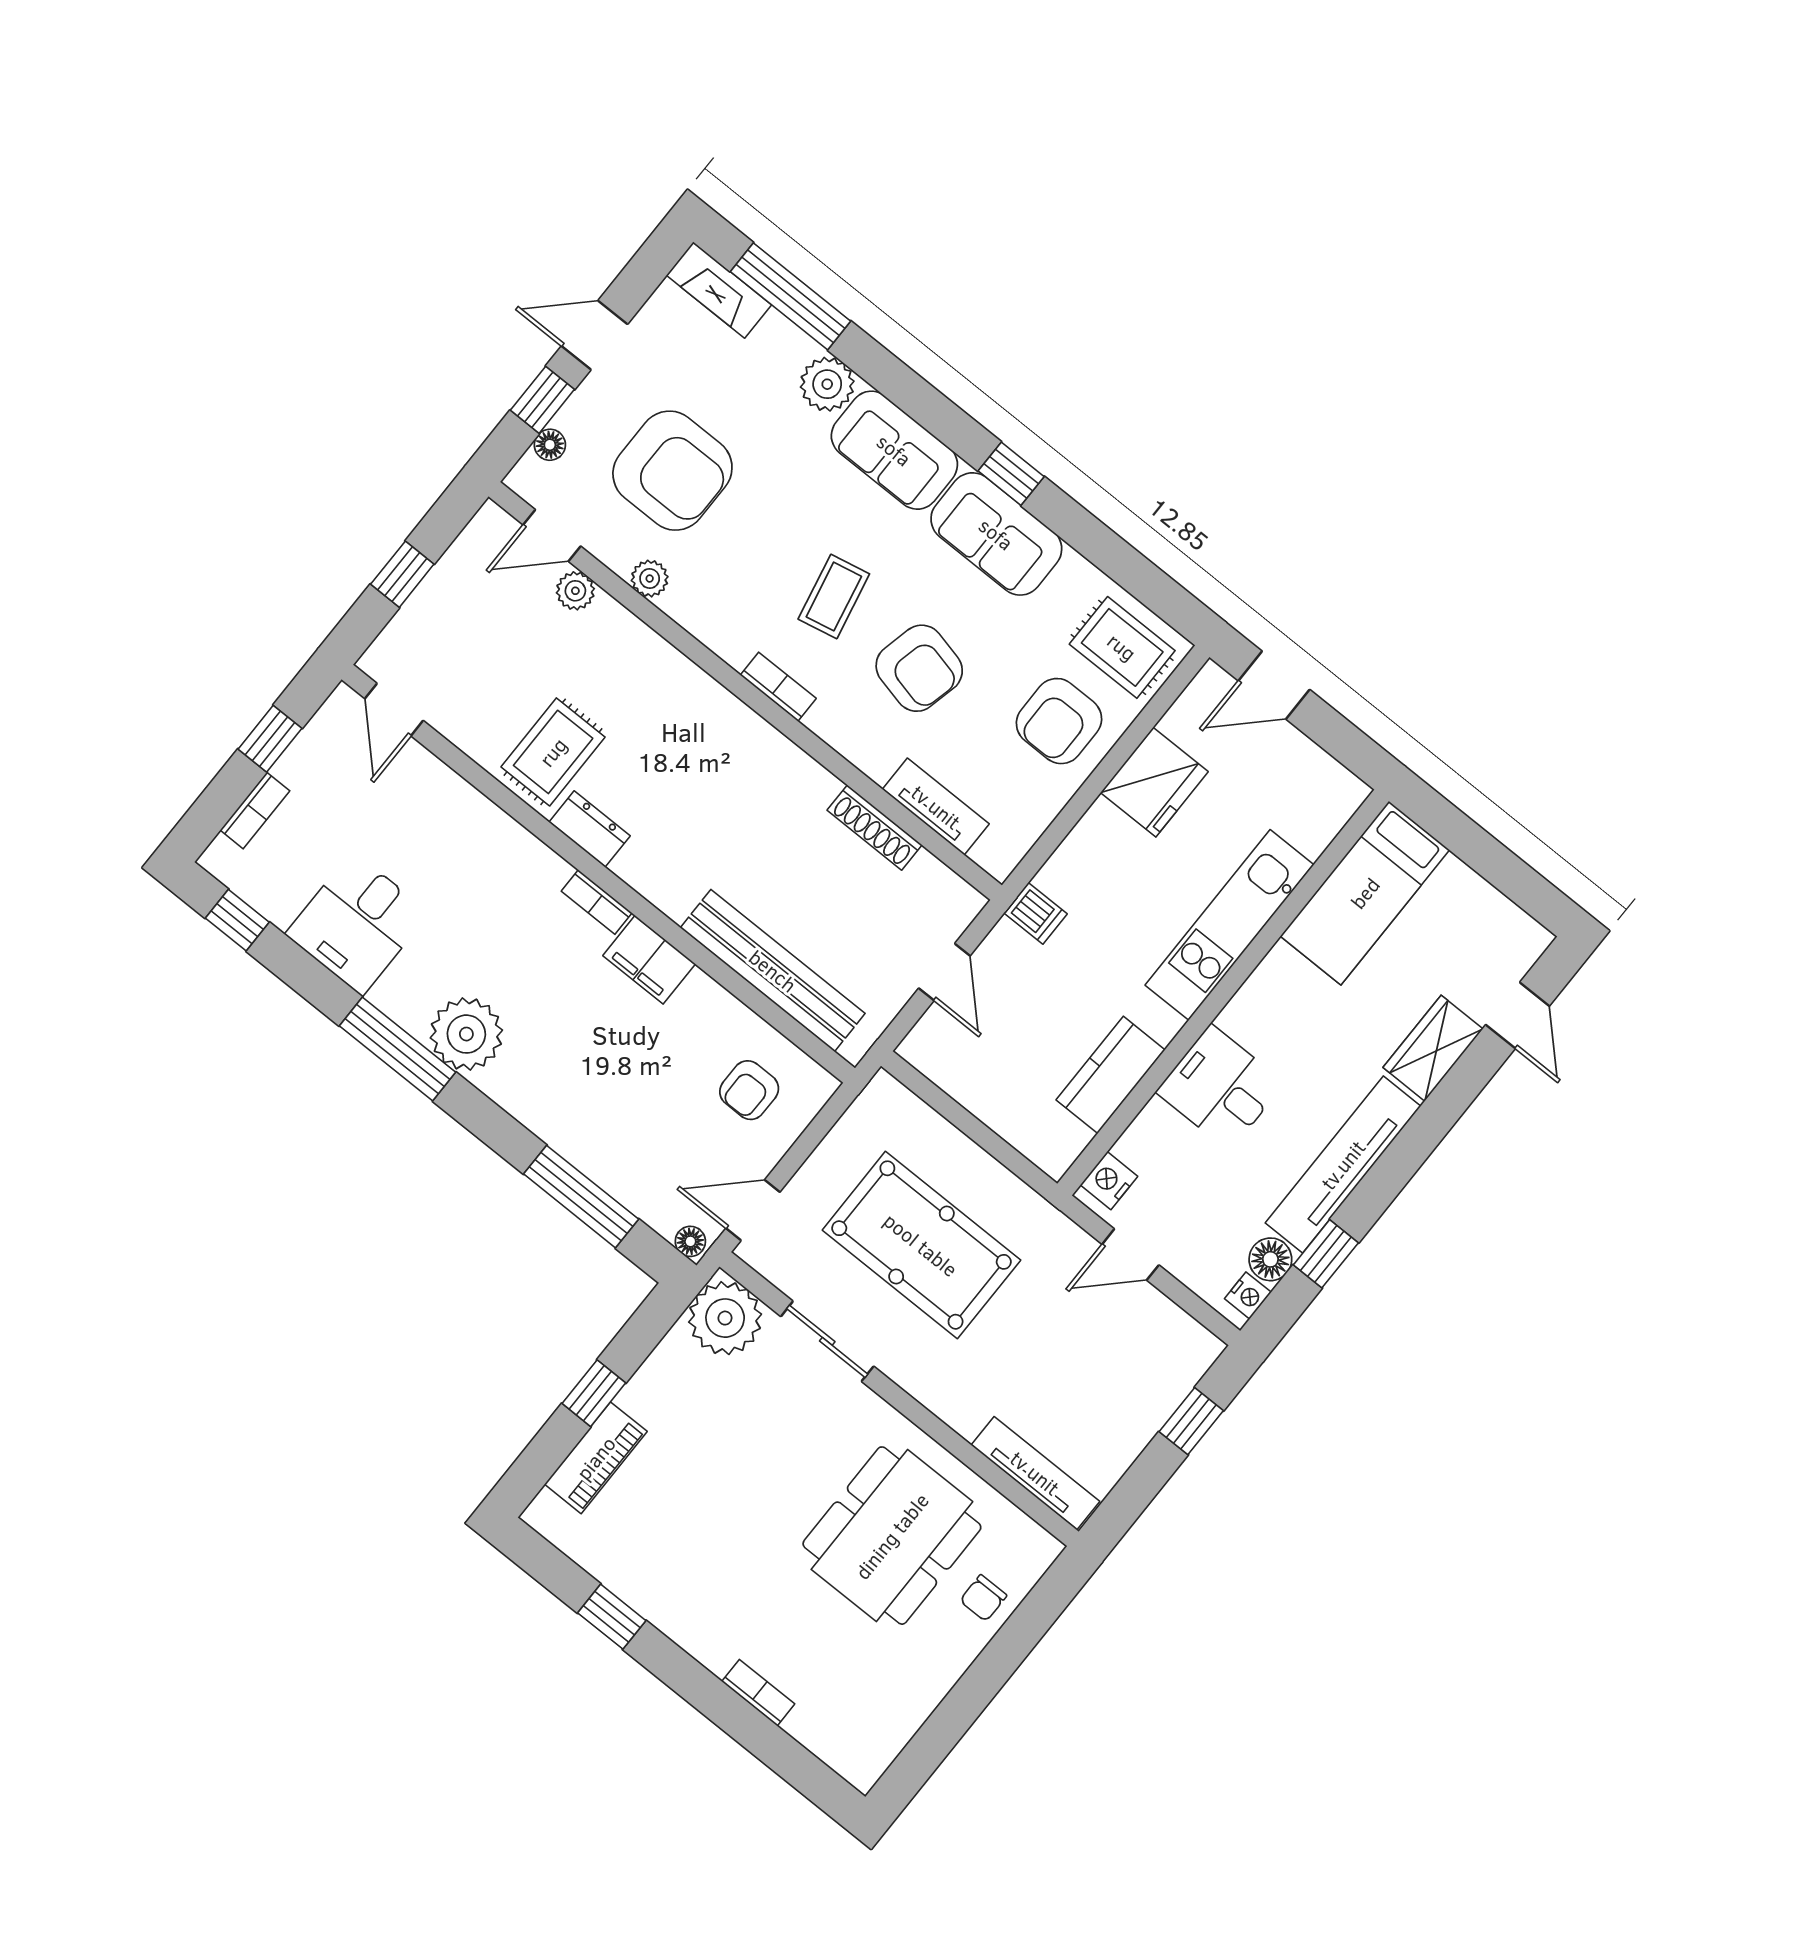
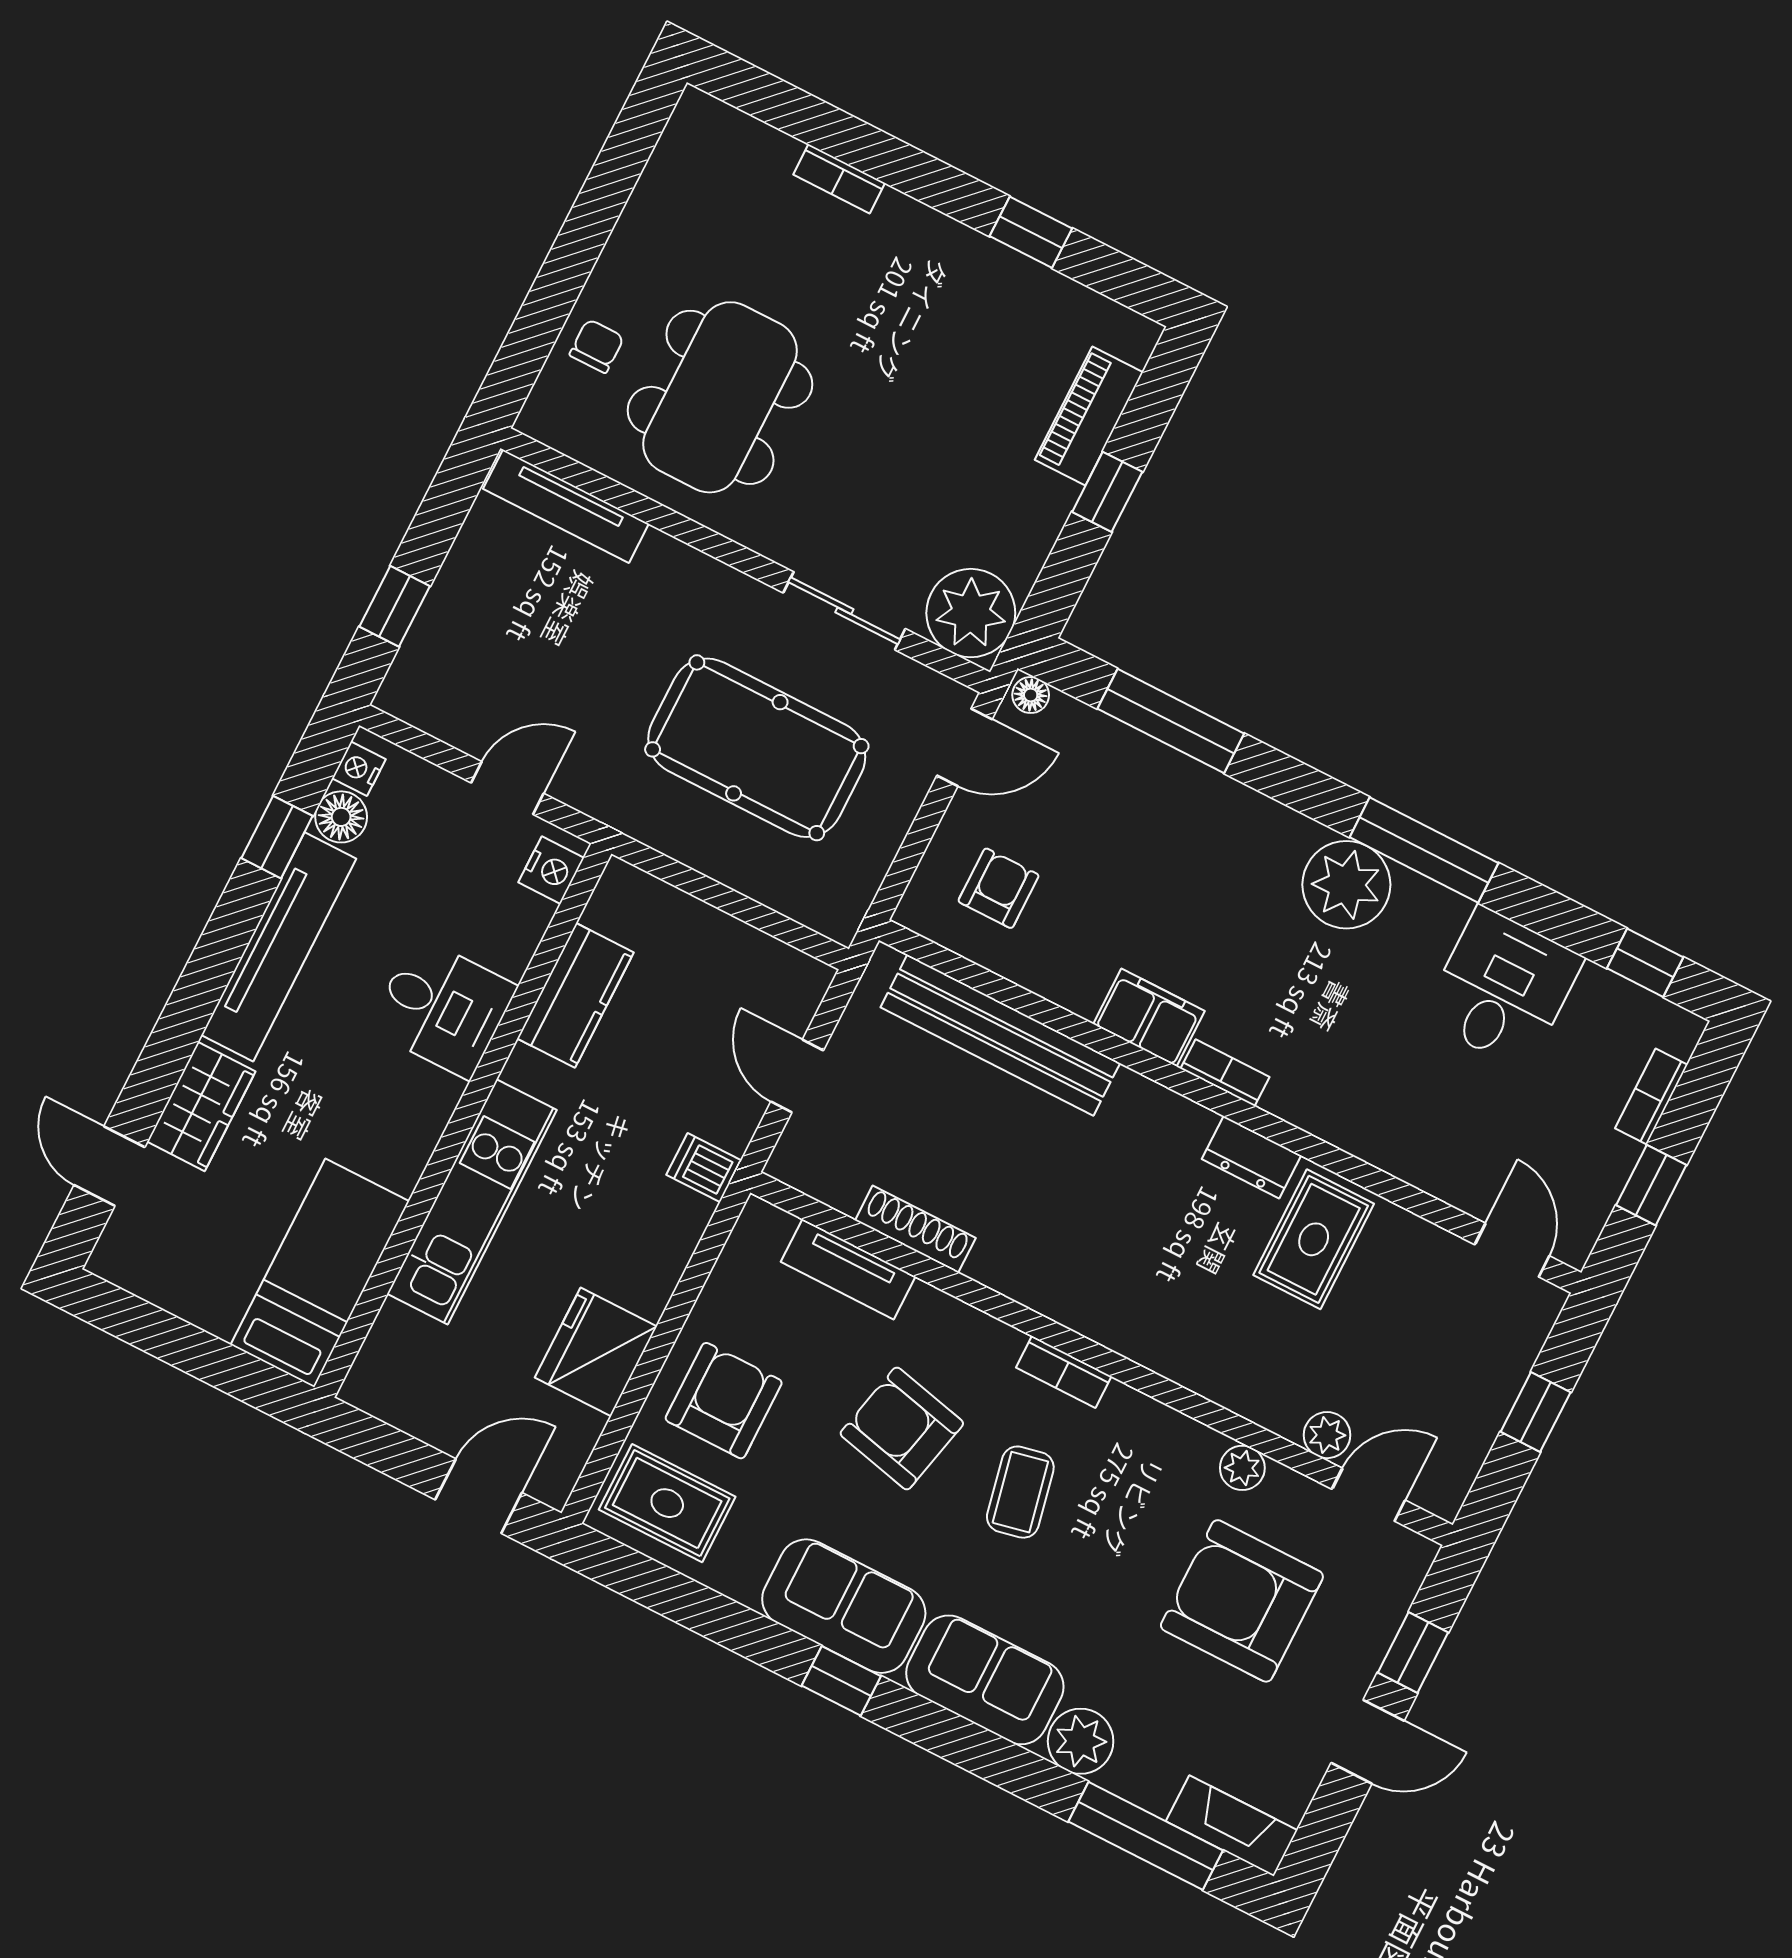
floor lamp: (550, 445) -> (1393, 1601), removed

